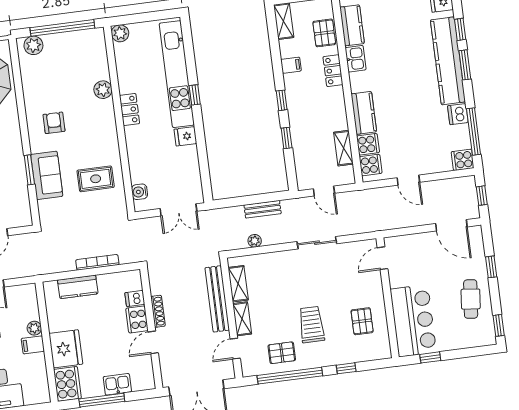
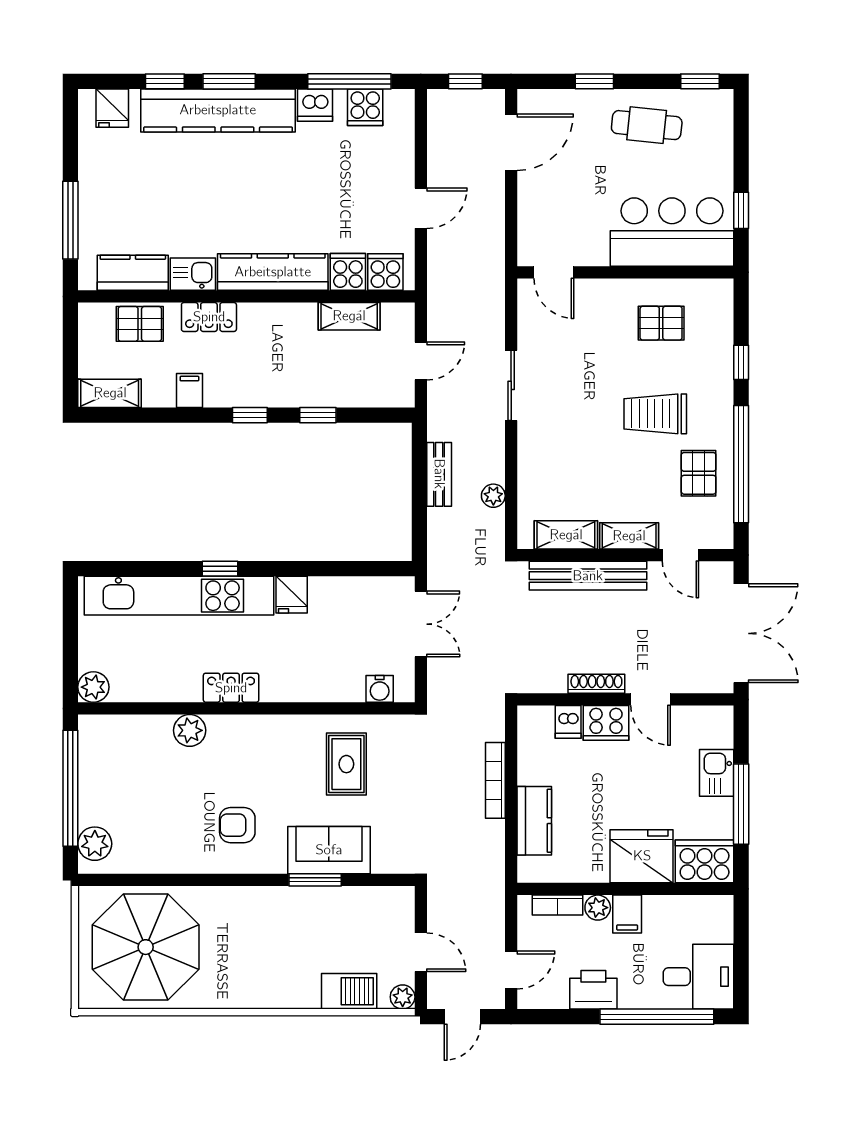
kitchen counter: (364, 113) -> (273, 272), width x1.50
cooker: (463, 160) -> (365, 107), moved
bookcase: (33, 306) -> (557, 905), added

